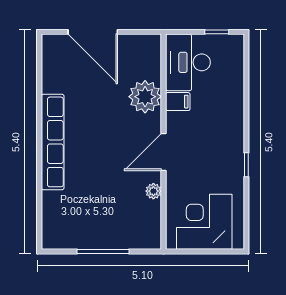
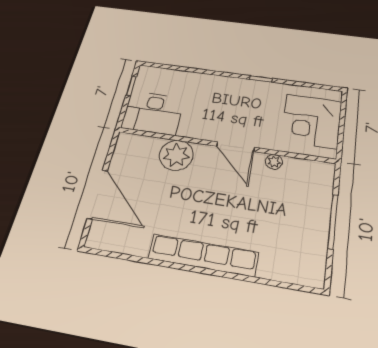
door: (93, 32) -> (98, 194), hinge flipped
filing cabinet: (178, 102) -> (188, 127), removed

